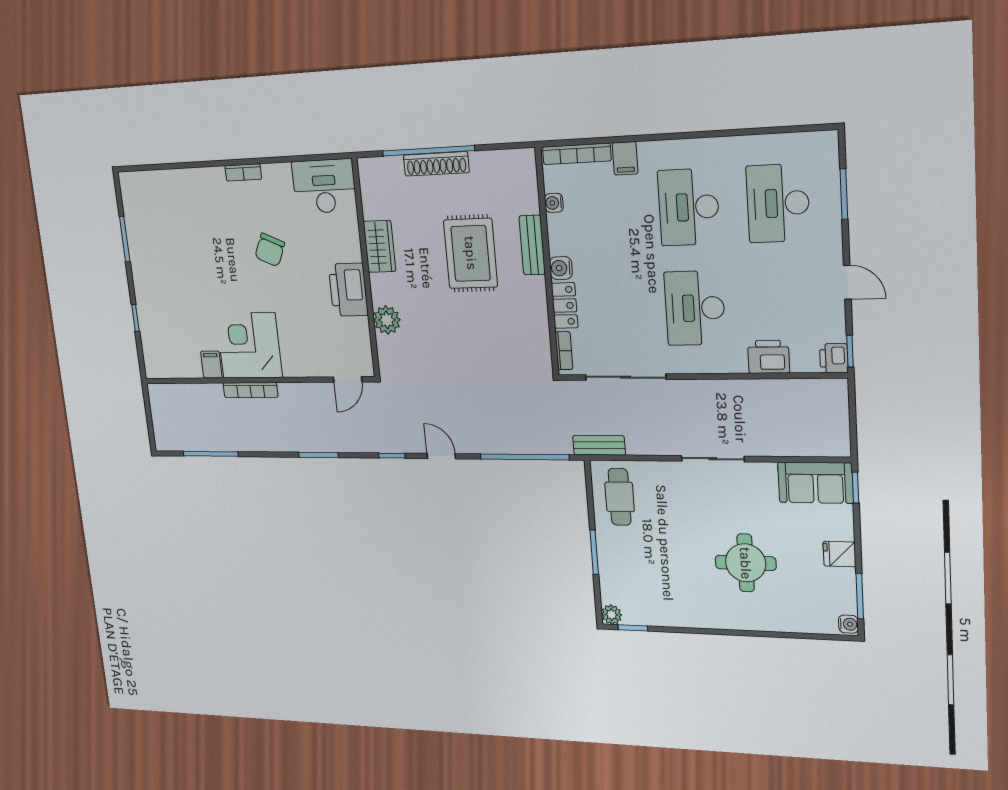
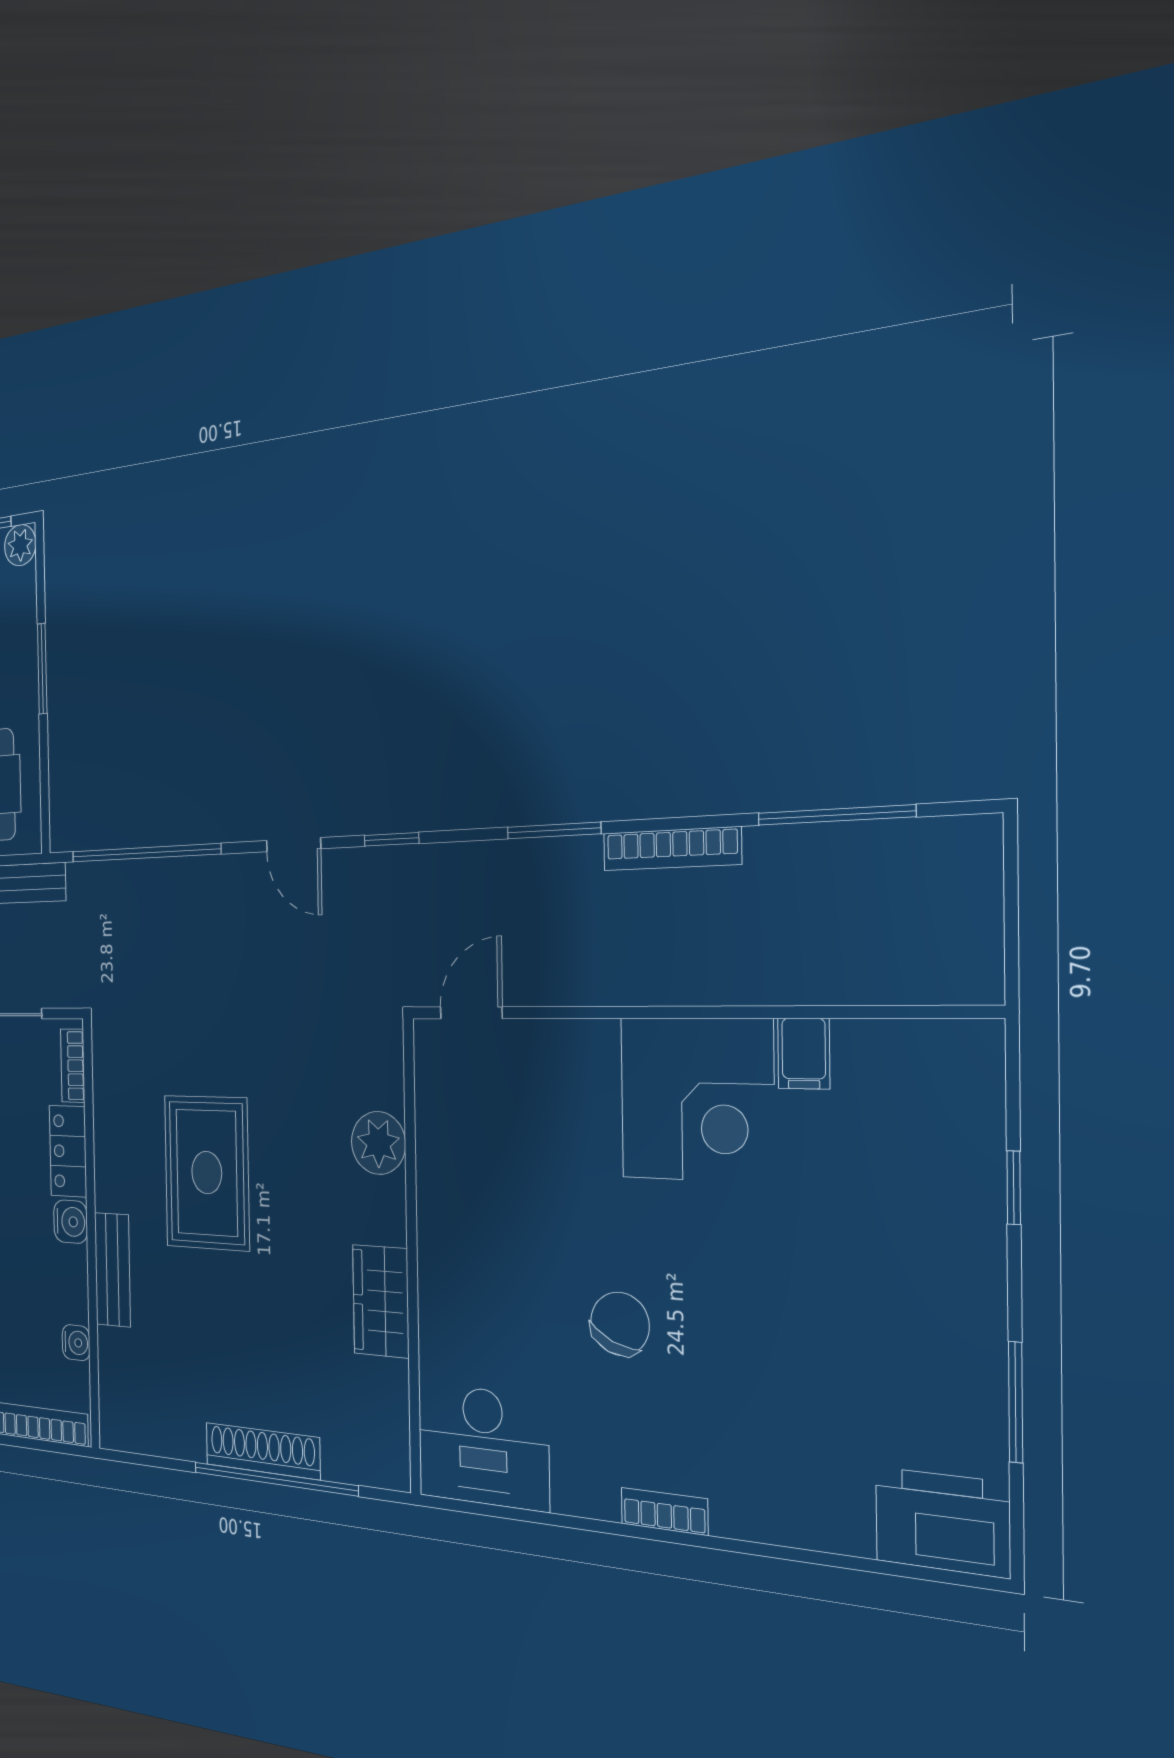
rug: (471, 253) -> (207, 1173), moved
printer: (348, 290) -> (942, 1522), moved, turned -90
bookcase: (250, 390) -> (672, 849), moved, turned 180

